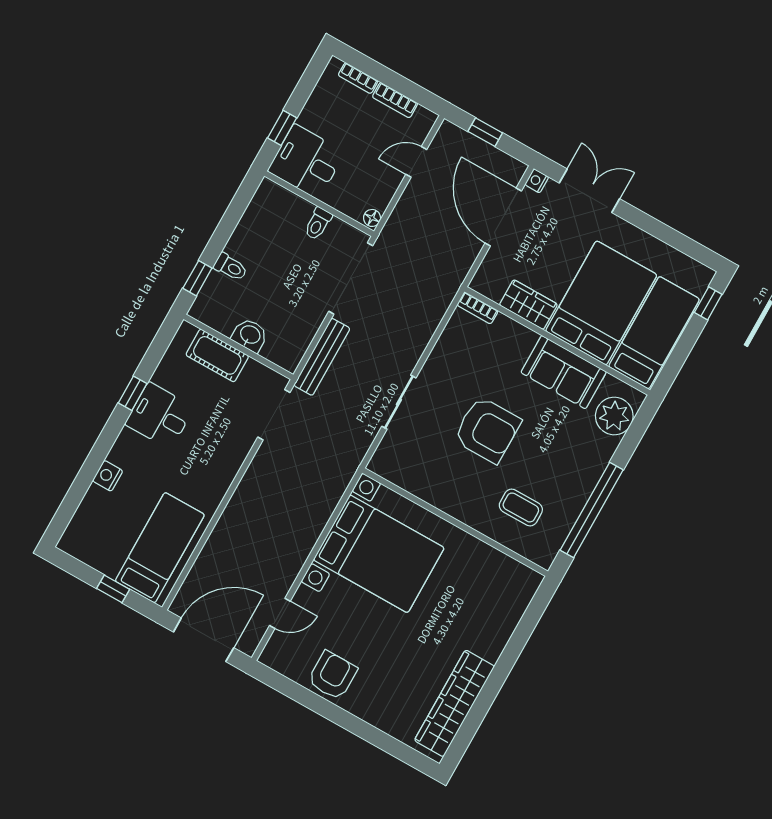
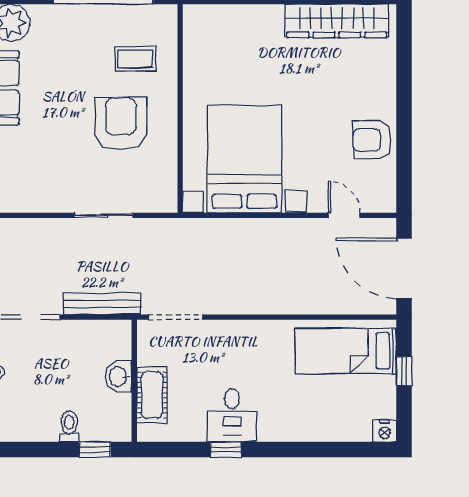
armchair: (487, 430) -> (121, 124), moved
nightstand: (108, 476) -> (385, 431), moved
coffee table: (521, 507) -> (135, 59), turned 90

